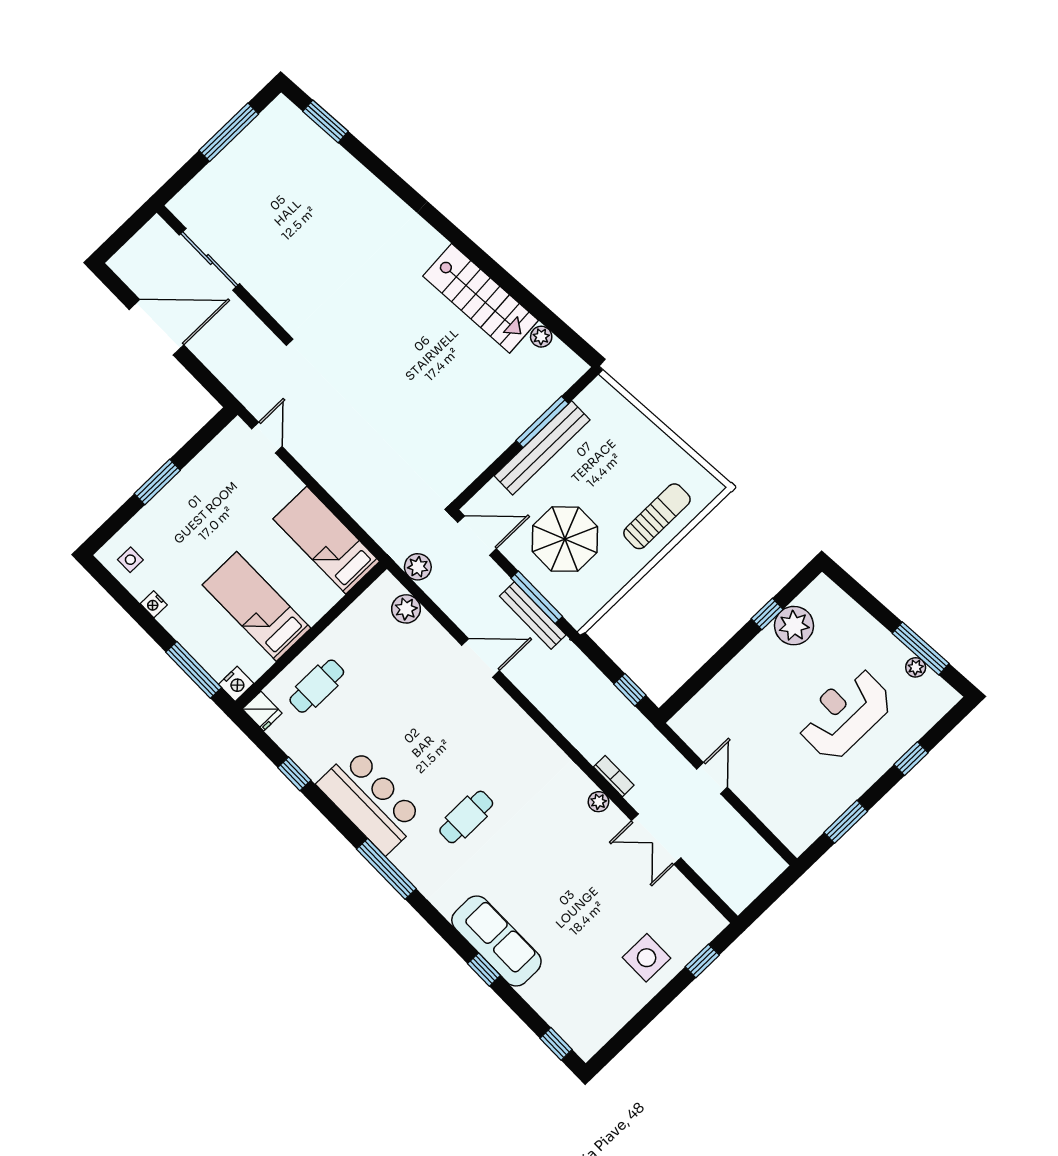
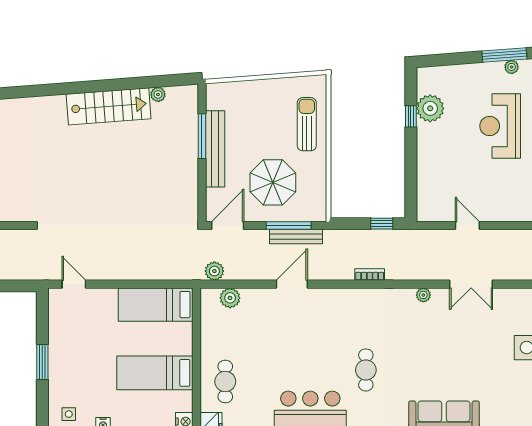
bookcase: (614, 776) -> (370, 275), moved

